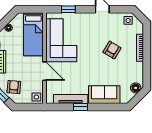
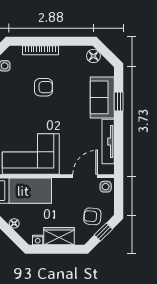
armchair: (112, 50) -> (44, 87), turned 149
door: (44, 71) -> (85, 176), moved
window: (80, 107) -> (119, 102), moved

